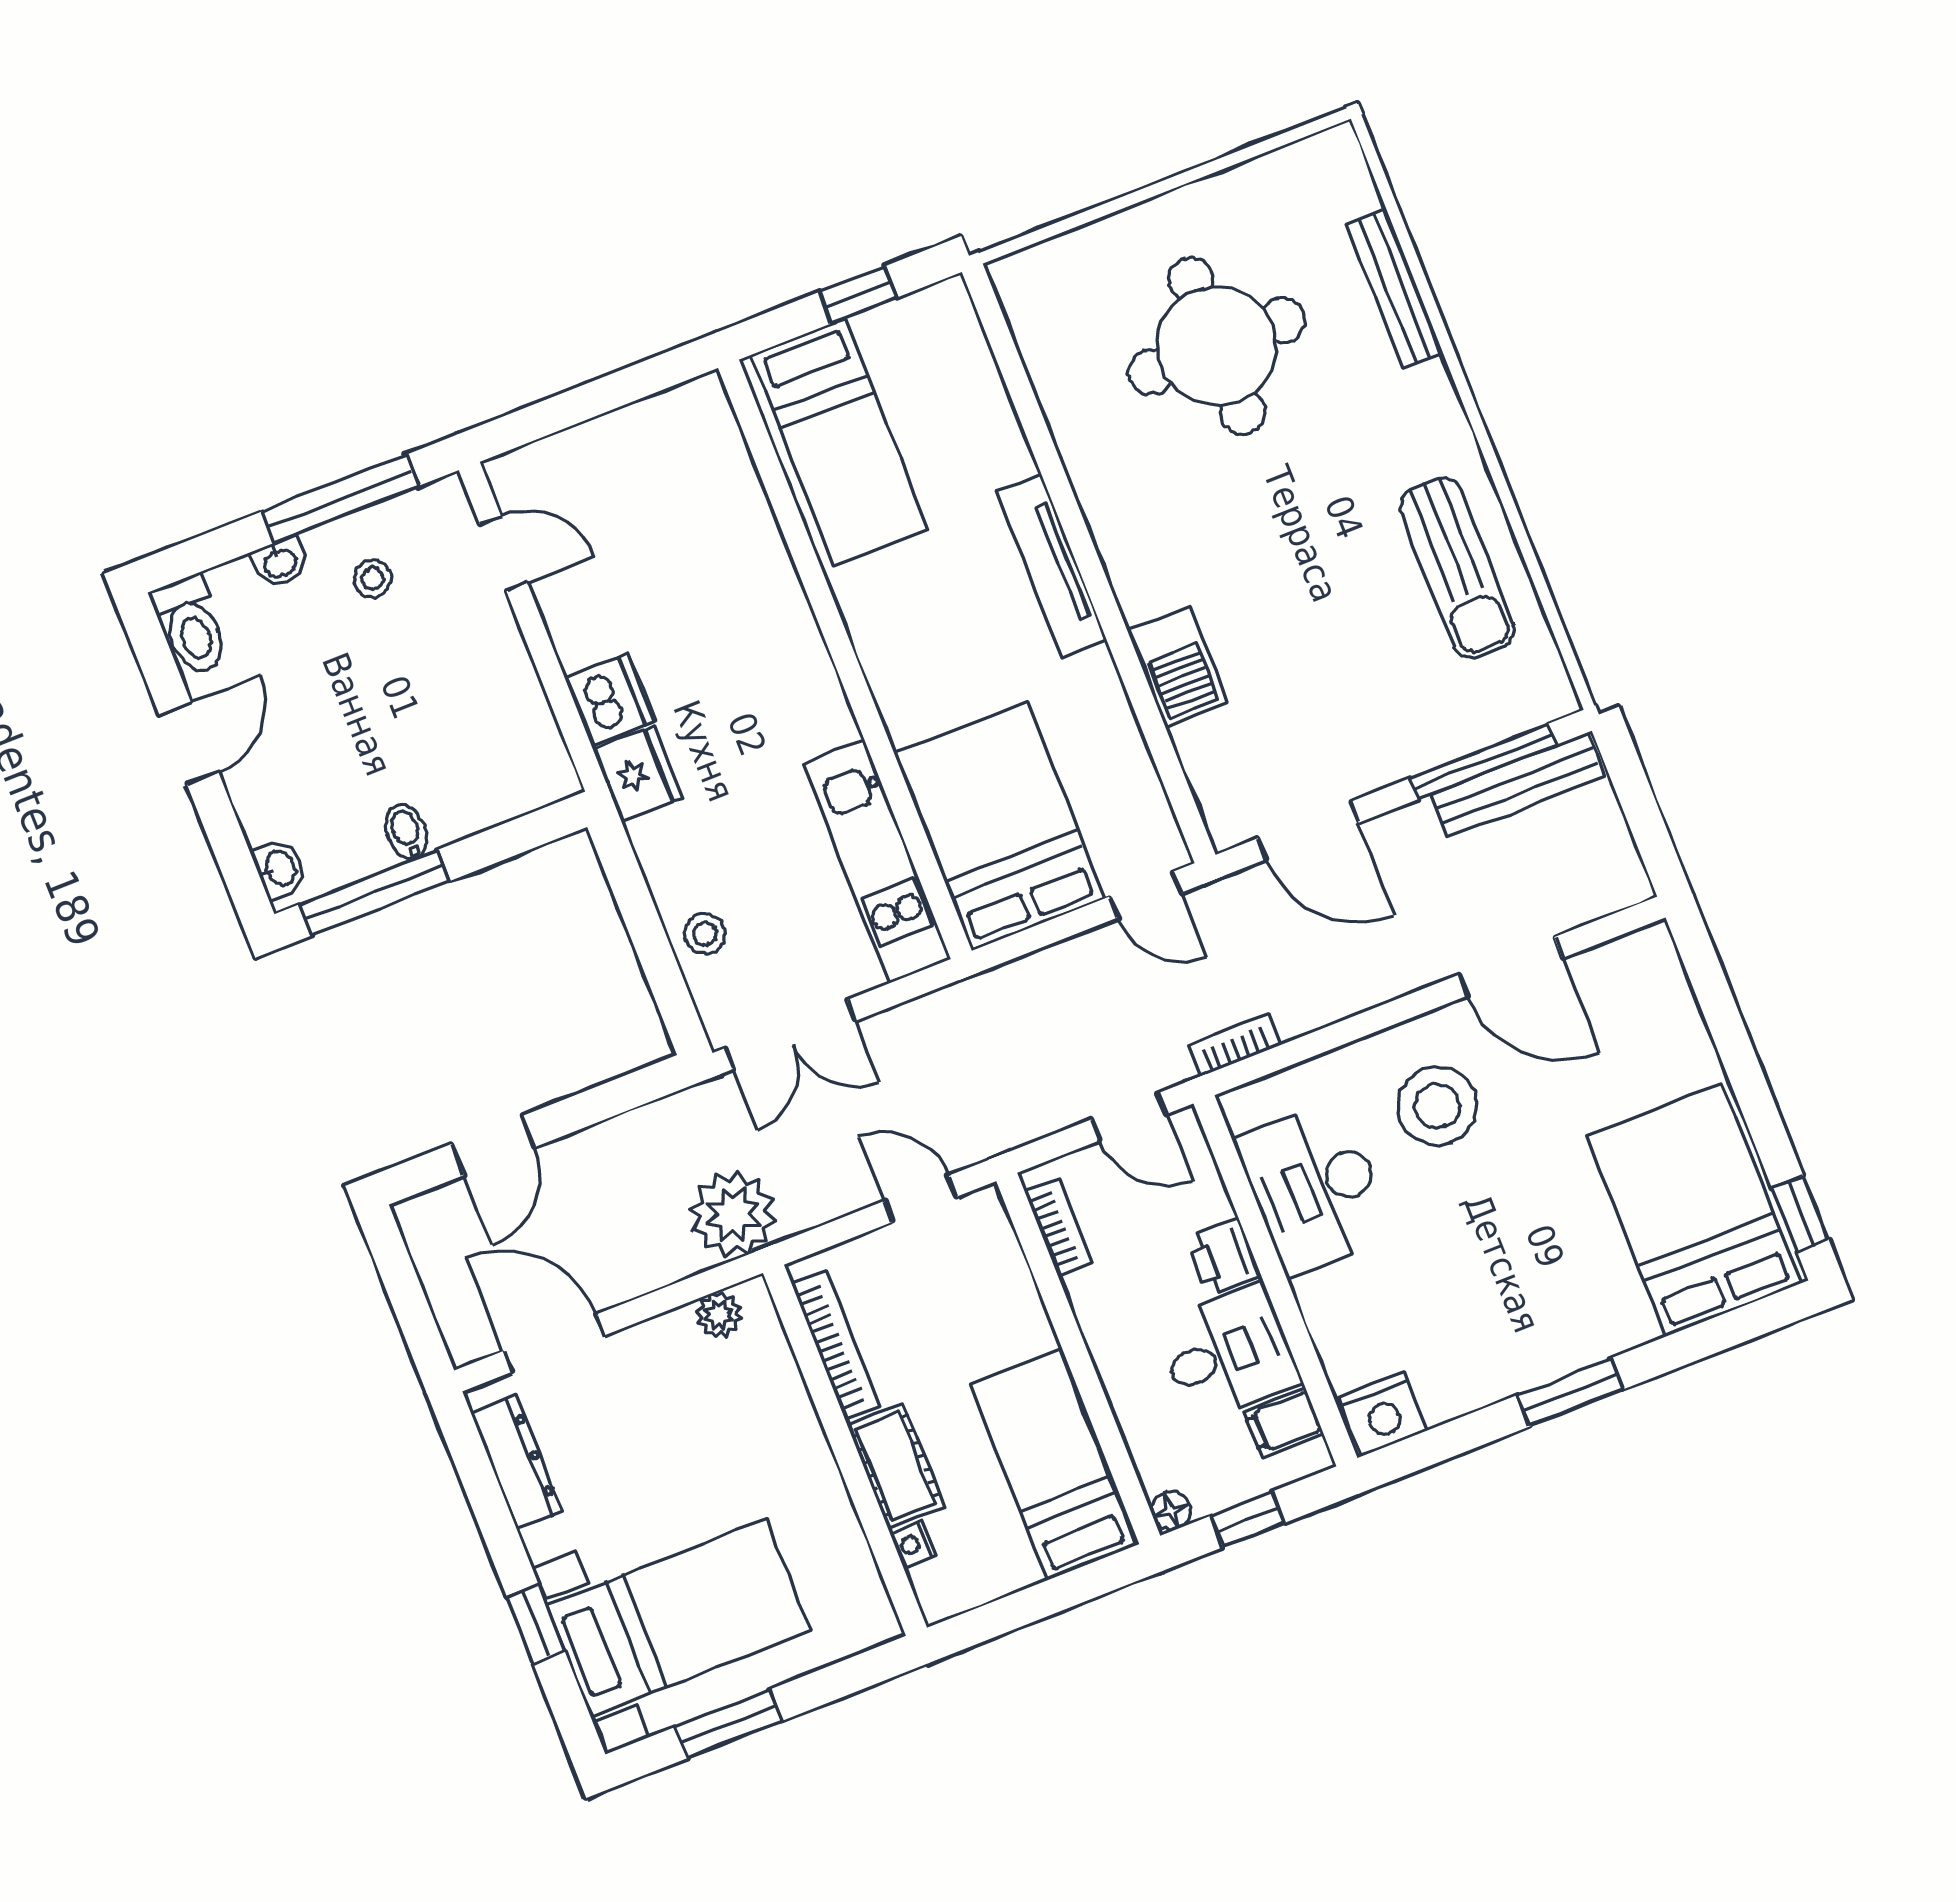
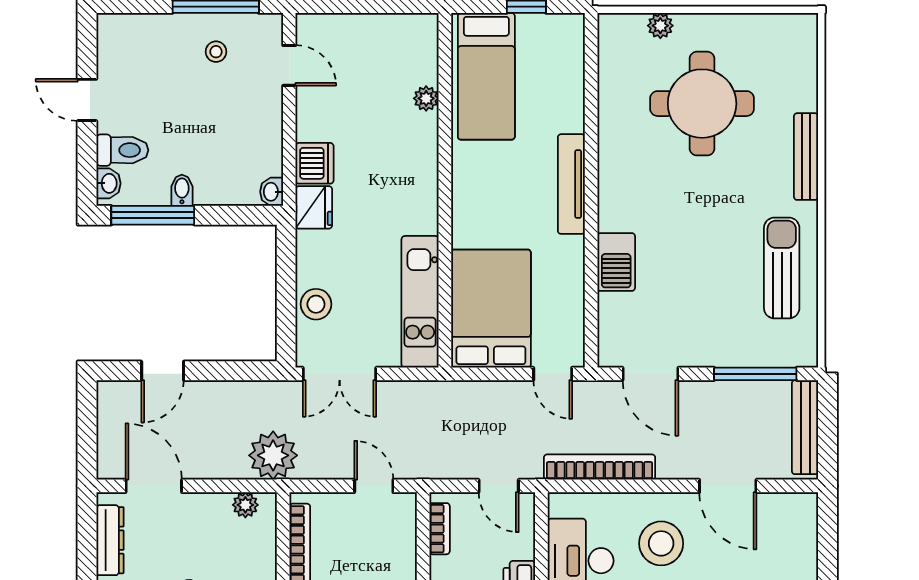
plant: (1096, 244) -> (660, 26), added
bench: (1394, 289) -> (806, 157), moved
plant: (753, 519) -> (426, 98), added
washbasin: (280, 562) -> (272, 192), moved, turned 90
sun lounger: (1457, 568) -> (782, 268), turned 180
toilet: (191, 626) -> (122, 150), moved, turned -90
door: (189, 744) -> (87, 100), swing flipped
bench: (1518, 785) -> (805, 427), moved, turned 90
stool: (705, 934) -> (316, 304), width x1.37, depth x1.37
bookcase: (1234, 1045) -> (600, 467), width x2.31, depth x1.31

